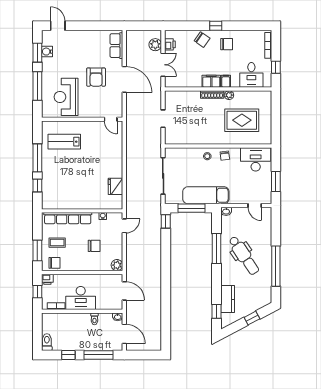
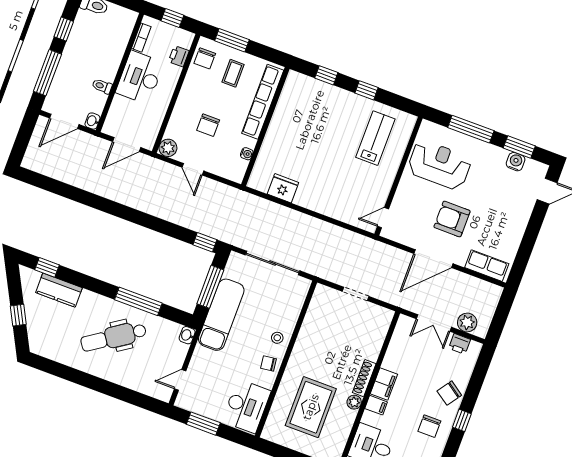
window: (37, 158) -> (367, 90), width x0.46
door: (124, 226) -> (193, 169), moved
window: (276, 266) -> (81, 378), removed
printer: (47, 279) -> (179, 56), moved

